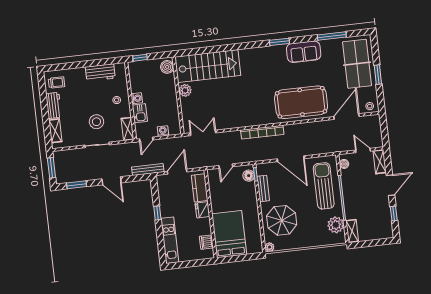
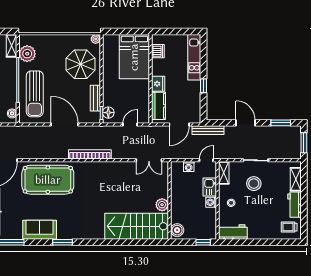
workbench: (100, 73) -> (233, 232), moved

